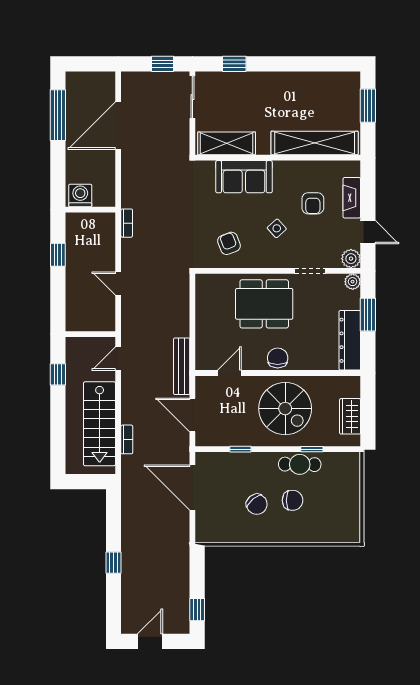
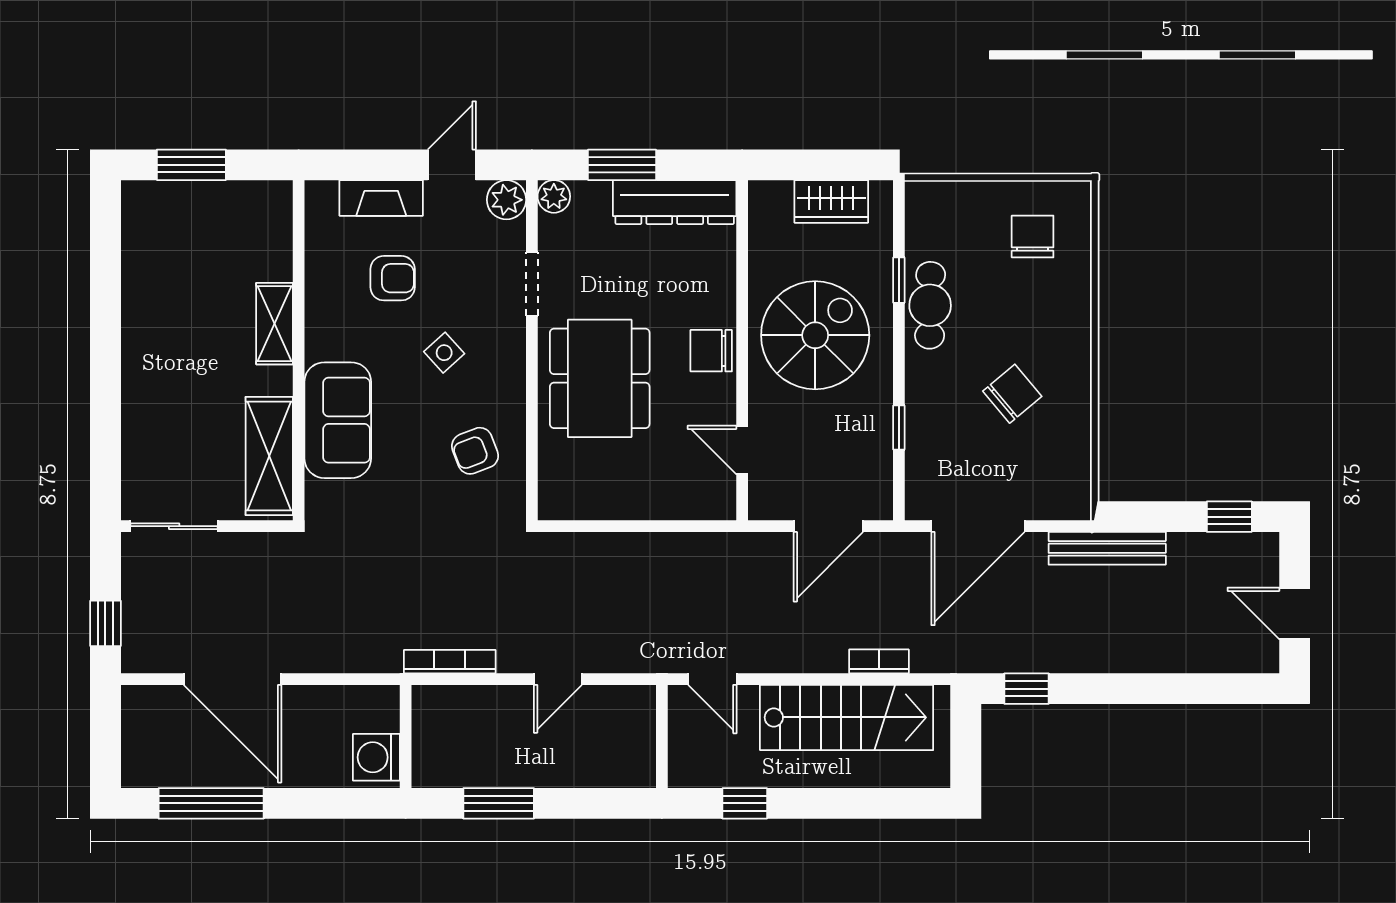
window: (163, 64) -> (105, 623), moved
window: (234, 64) -> (105, 440), removed
shelving: (315, 143) -> (275, 324), width x0.45, depth x0.75
bookcase: (127, 223) -> (450, 662), width x1.56
window: (58, 255) -> (499, 803), width x1.50
bench: (182, 366) -> (1107, 548), moved
chair: (293, 500) -> (1033, 237), moved
window: (114, 563) -> (1027, 689), moved

